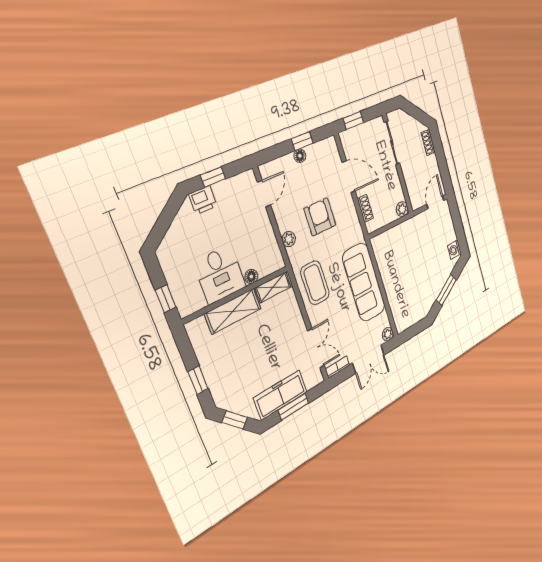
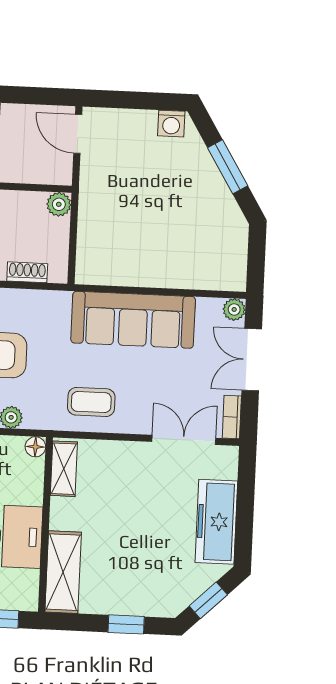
floor lamp: (251, 276) -> (35, 447), moved
coffee table: (315, 283) -> (91, 402), width x0.73, depth x0.77
shelving: (233, 311) -> (63, 572), moved
double door: (368, 359) -> (252, 360), swing flipped
window: (293, 407) -> (245, 510), removed

